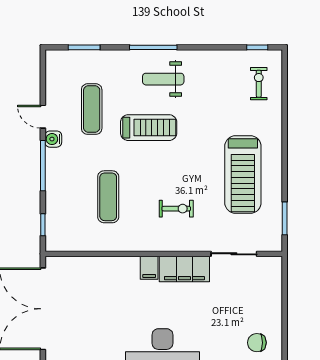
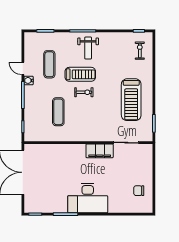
weight bench: (163, 79) -> (88, 48), turned -90
exercise bike: (176, 209) -> (84, 92), moved
filing cabinet: (149, 268) -> (80, 150), removed

